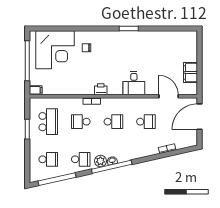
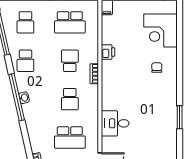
corner desk: (55, 50) -> (161, 31), width x0.74, depth x0.74
printer: (101, 89) -> (108, 52), moved
school desk: (146, 122) -> (70, 138), width x1.85
plant: (100, 161) -> (23, 84), removed

